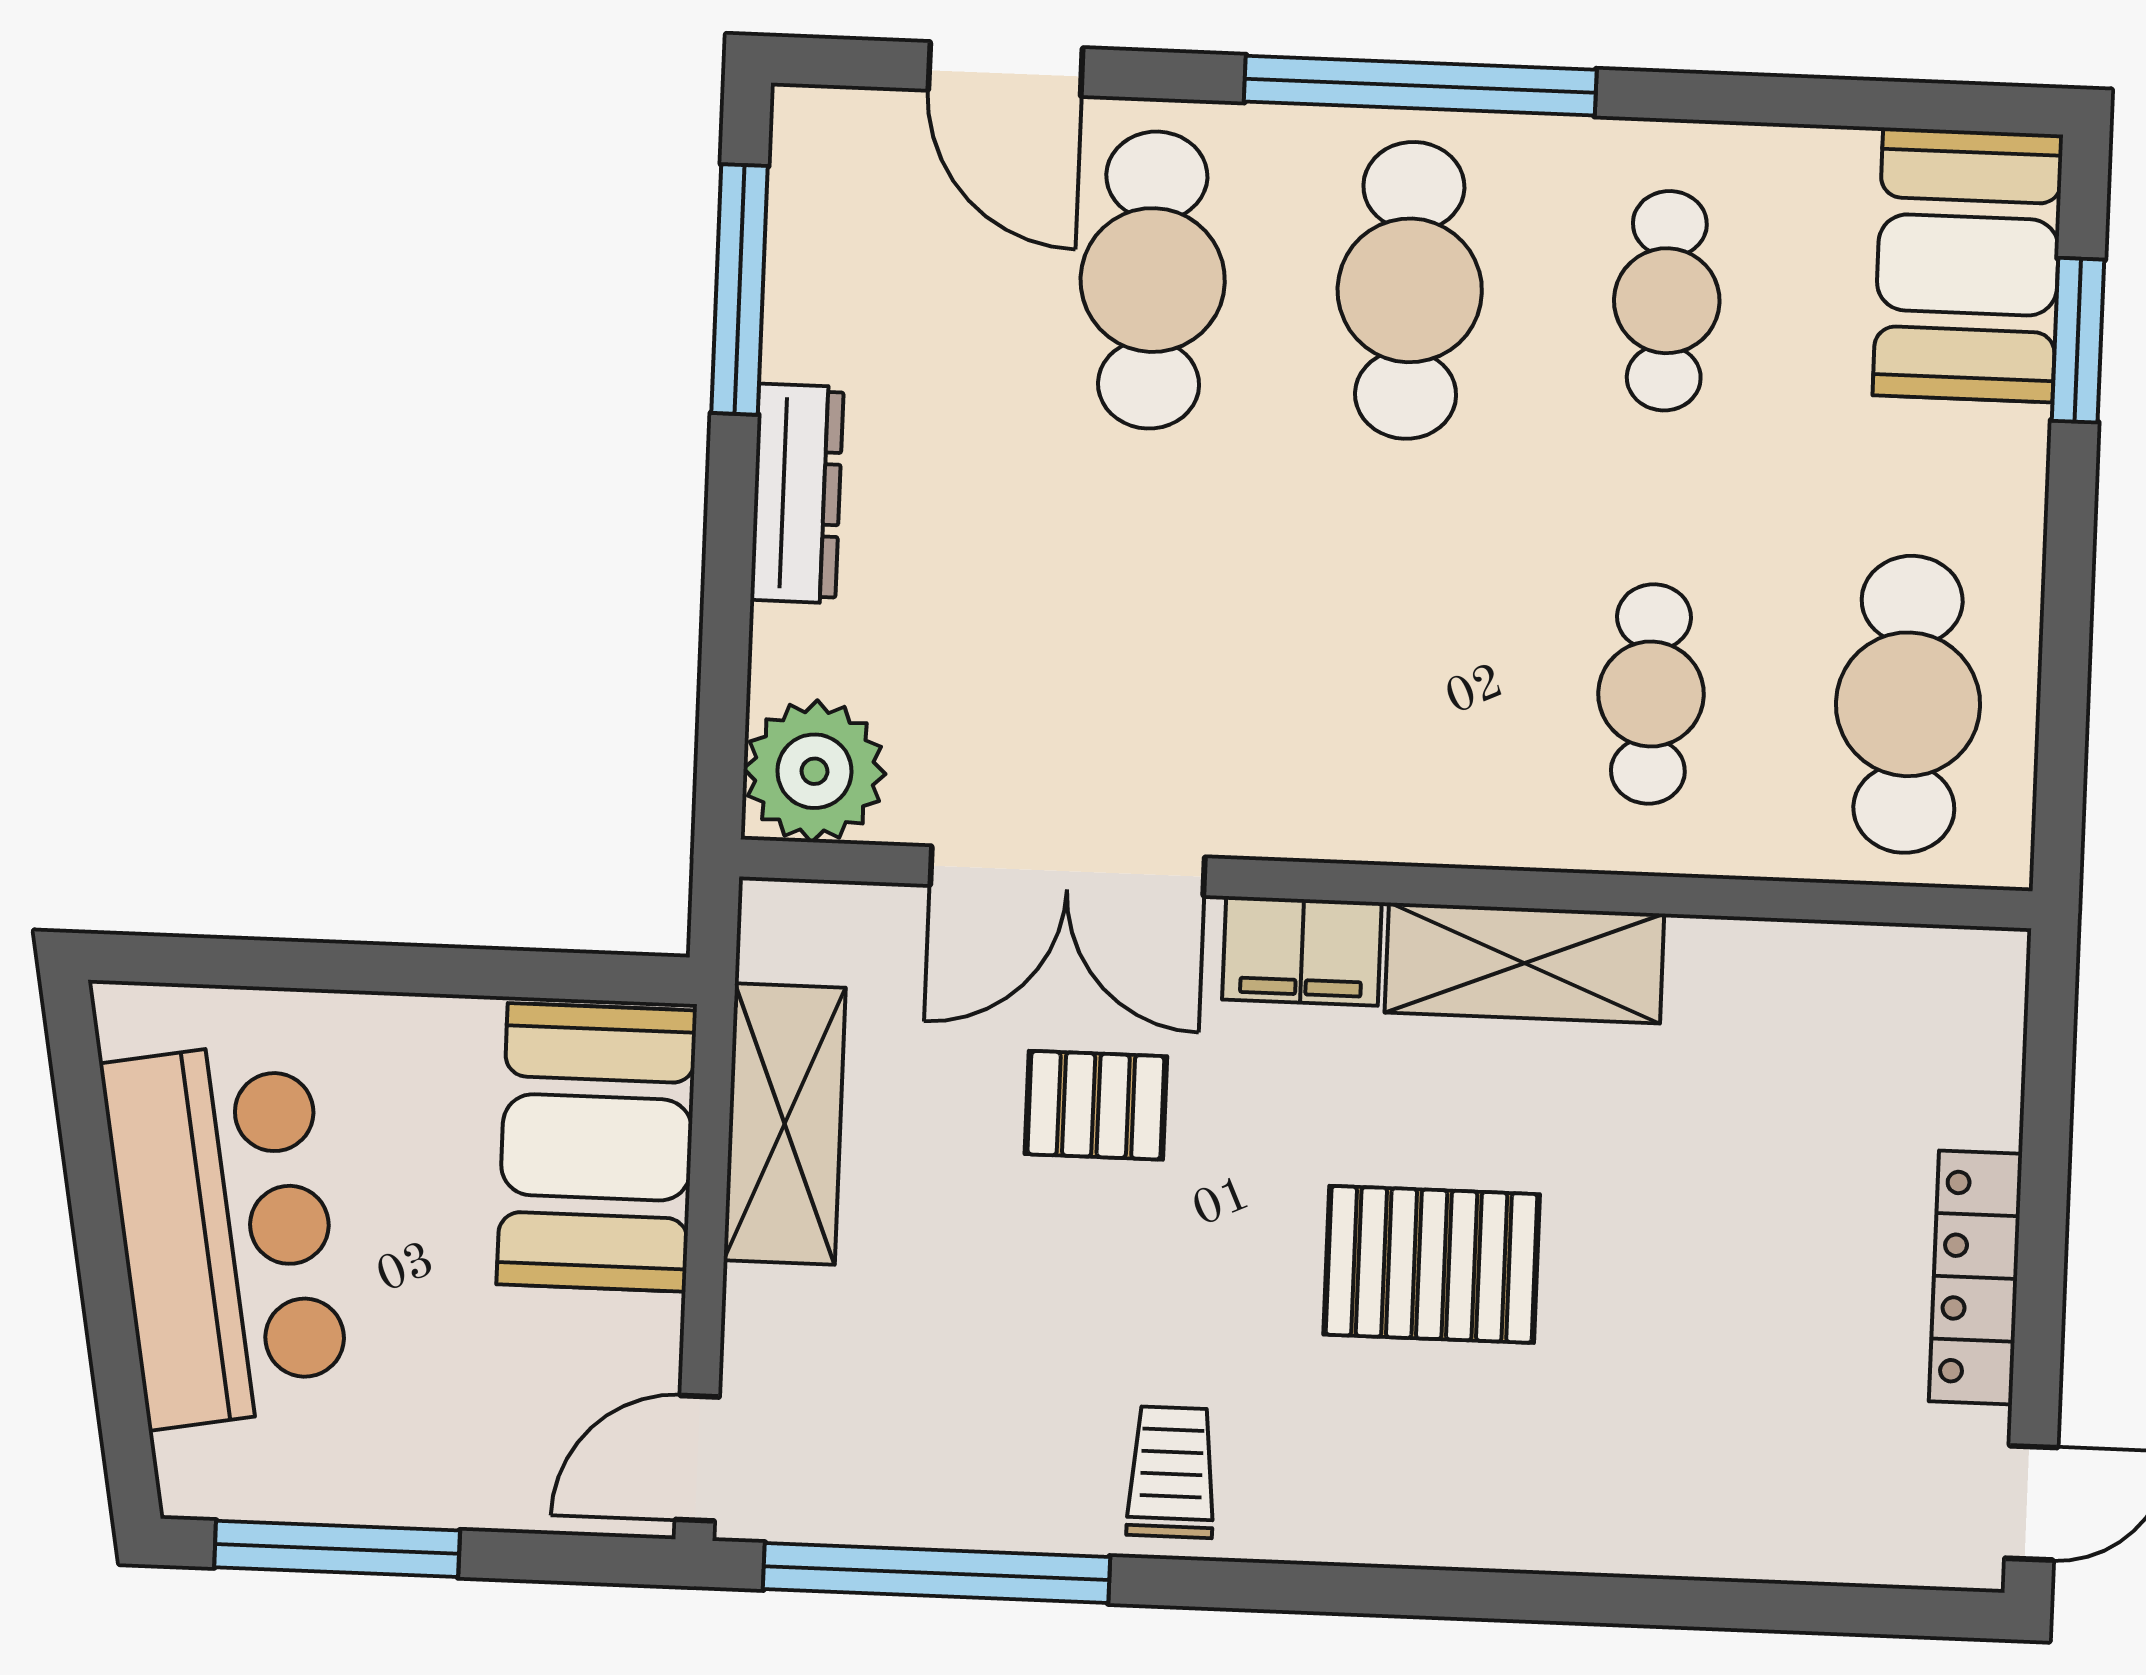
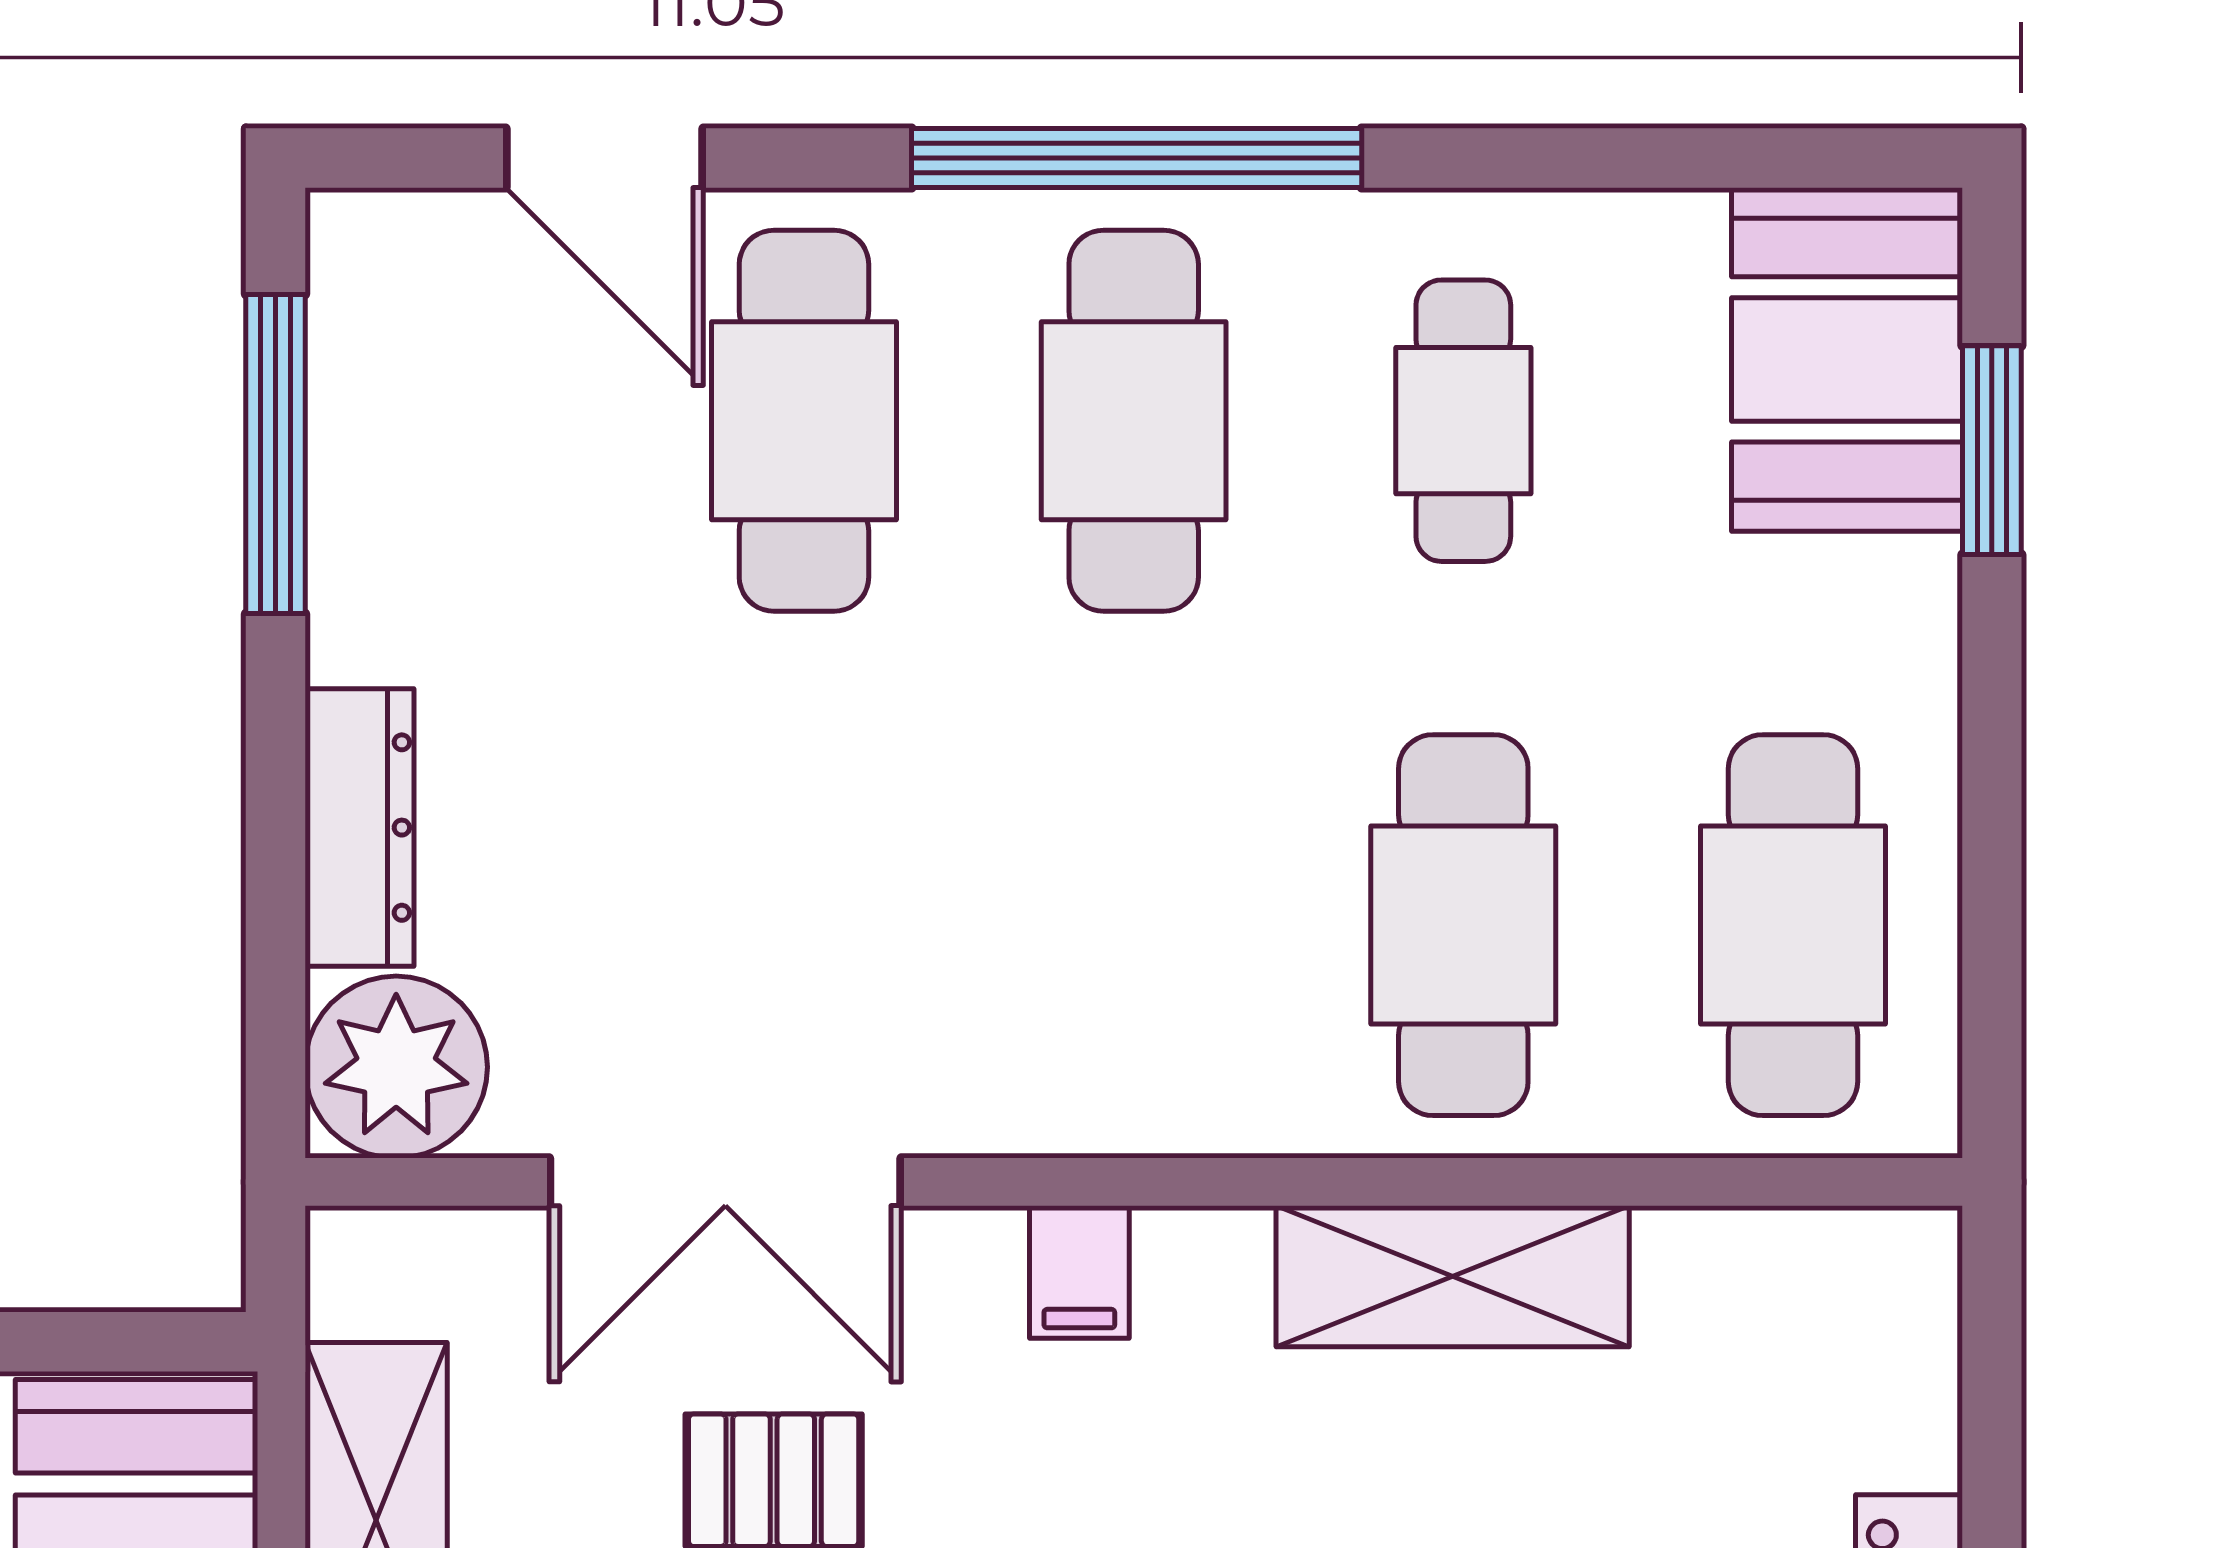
dresser: (797, 493) -> (359, 828), moved
cafe table: (1651, 694) -> (1463, 925), width x1.37, depth x1.35
filing cabinet: (1302, 951) -> (1079, 1272), width x0.50
shelving: (1524, 963) -> (1453, 1276), moved

